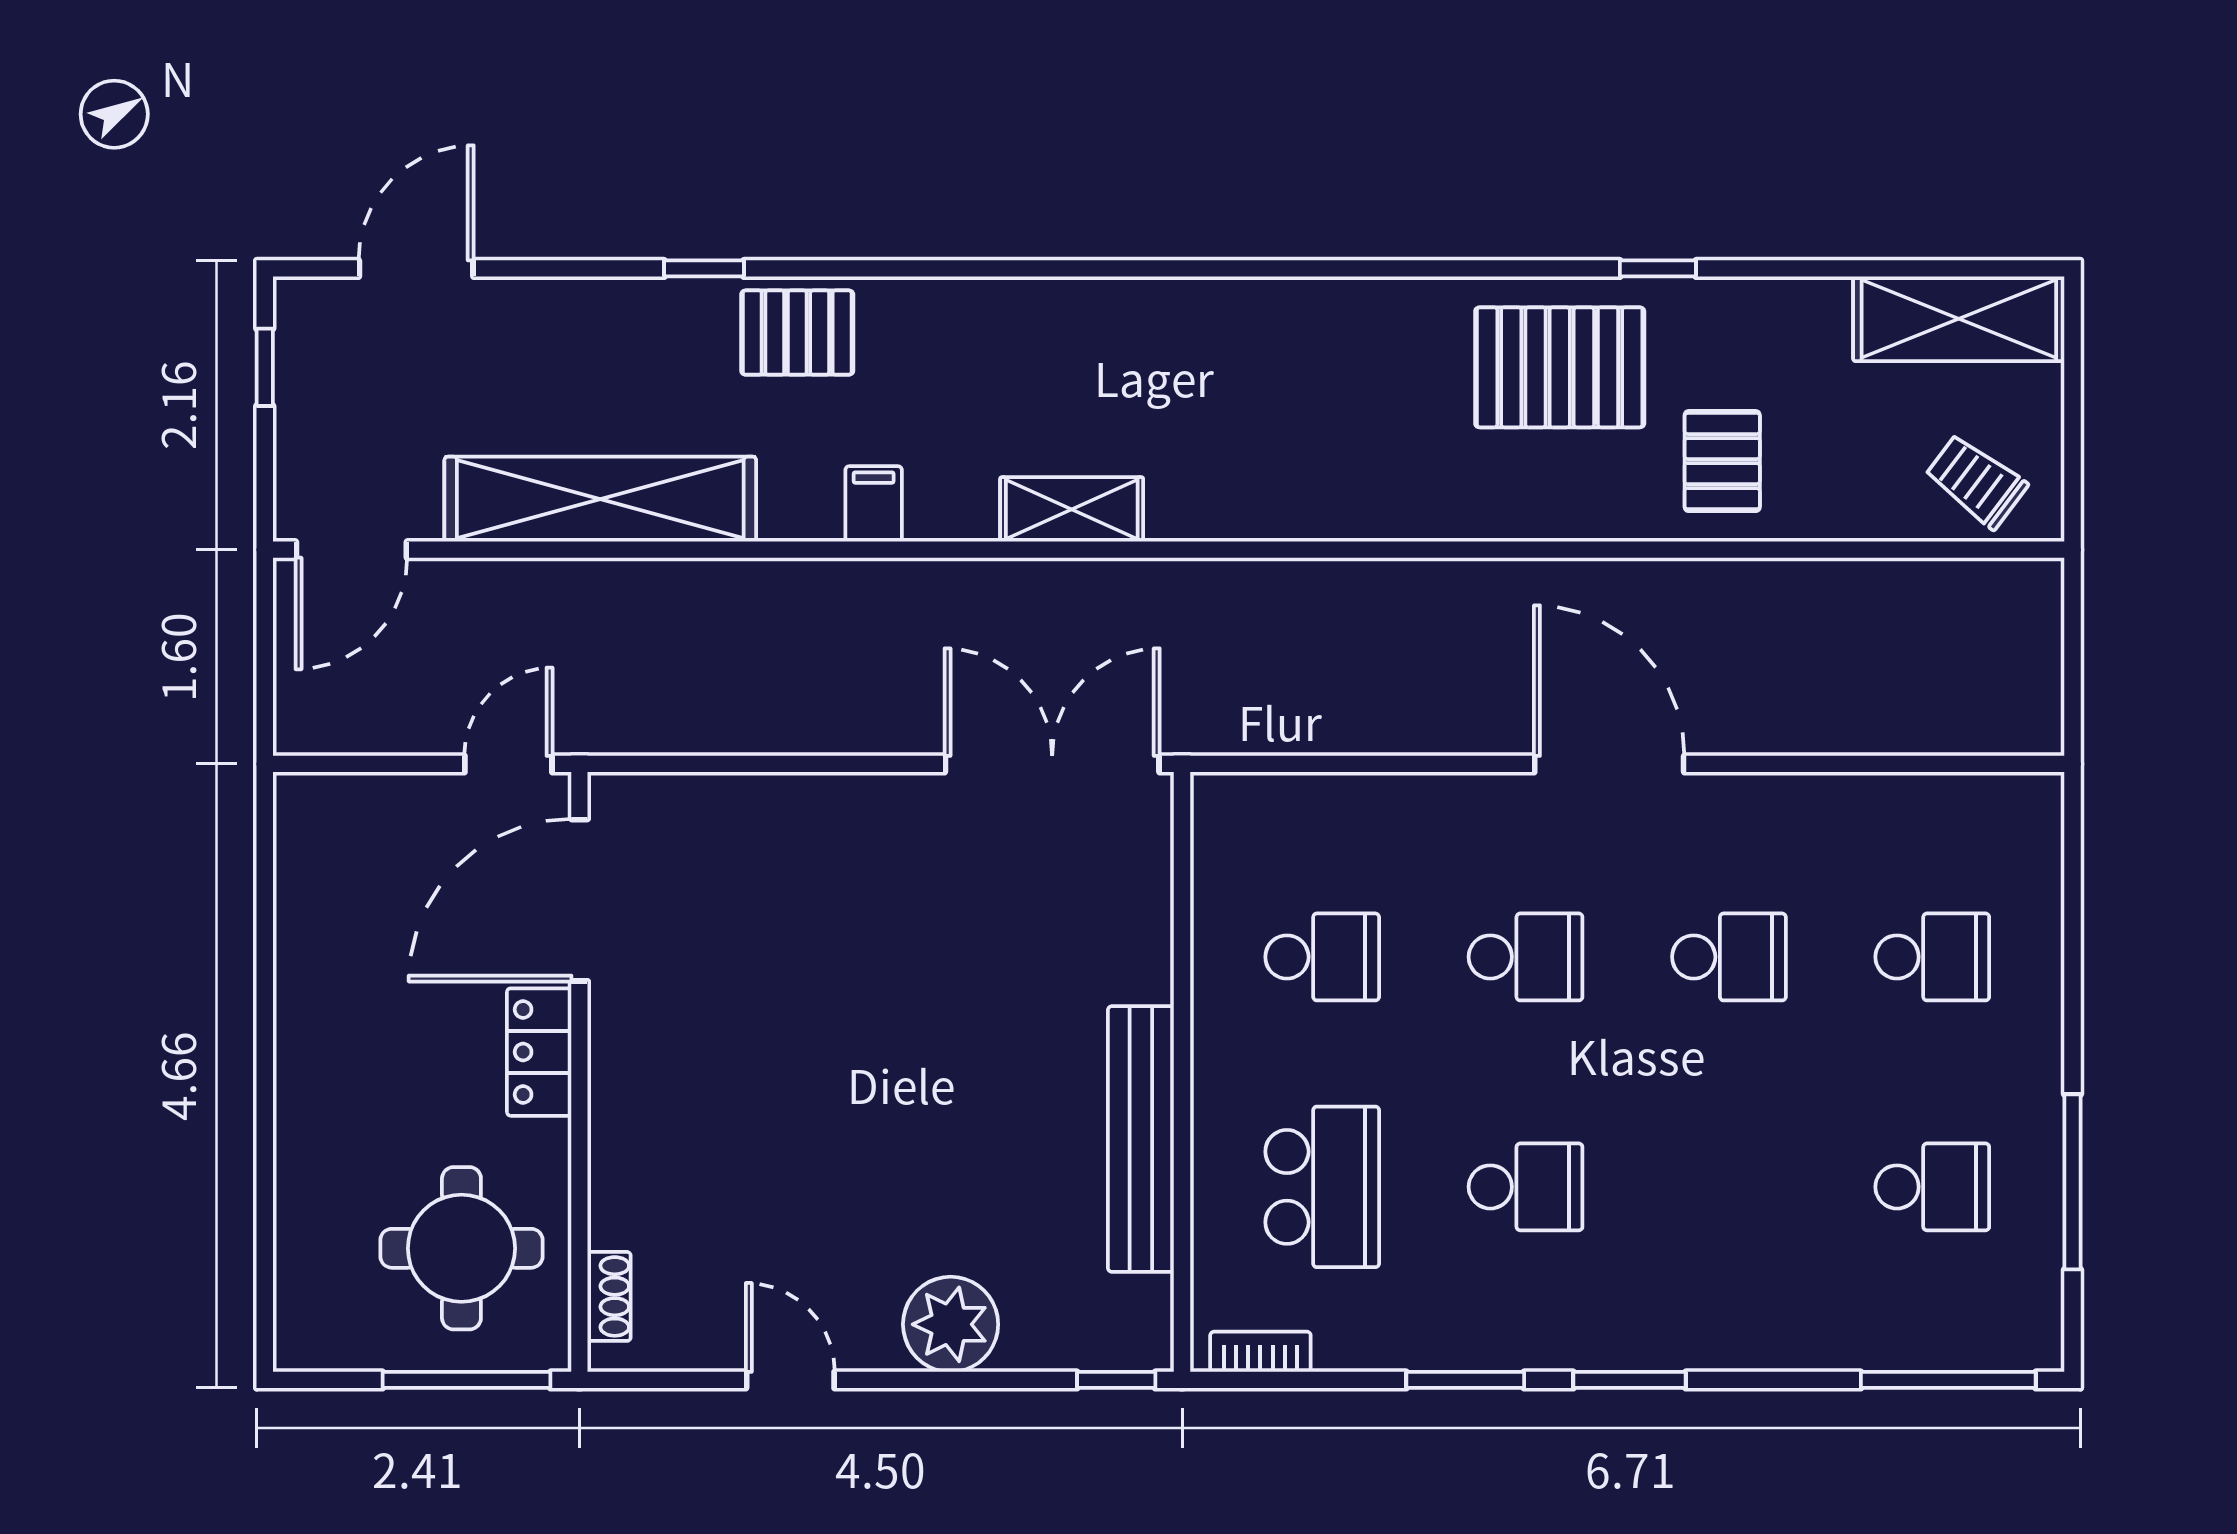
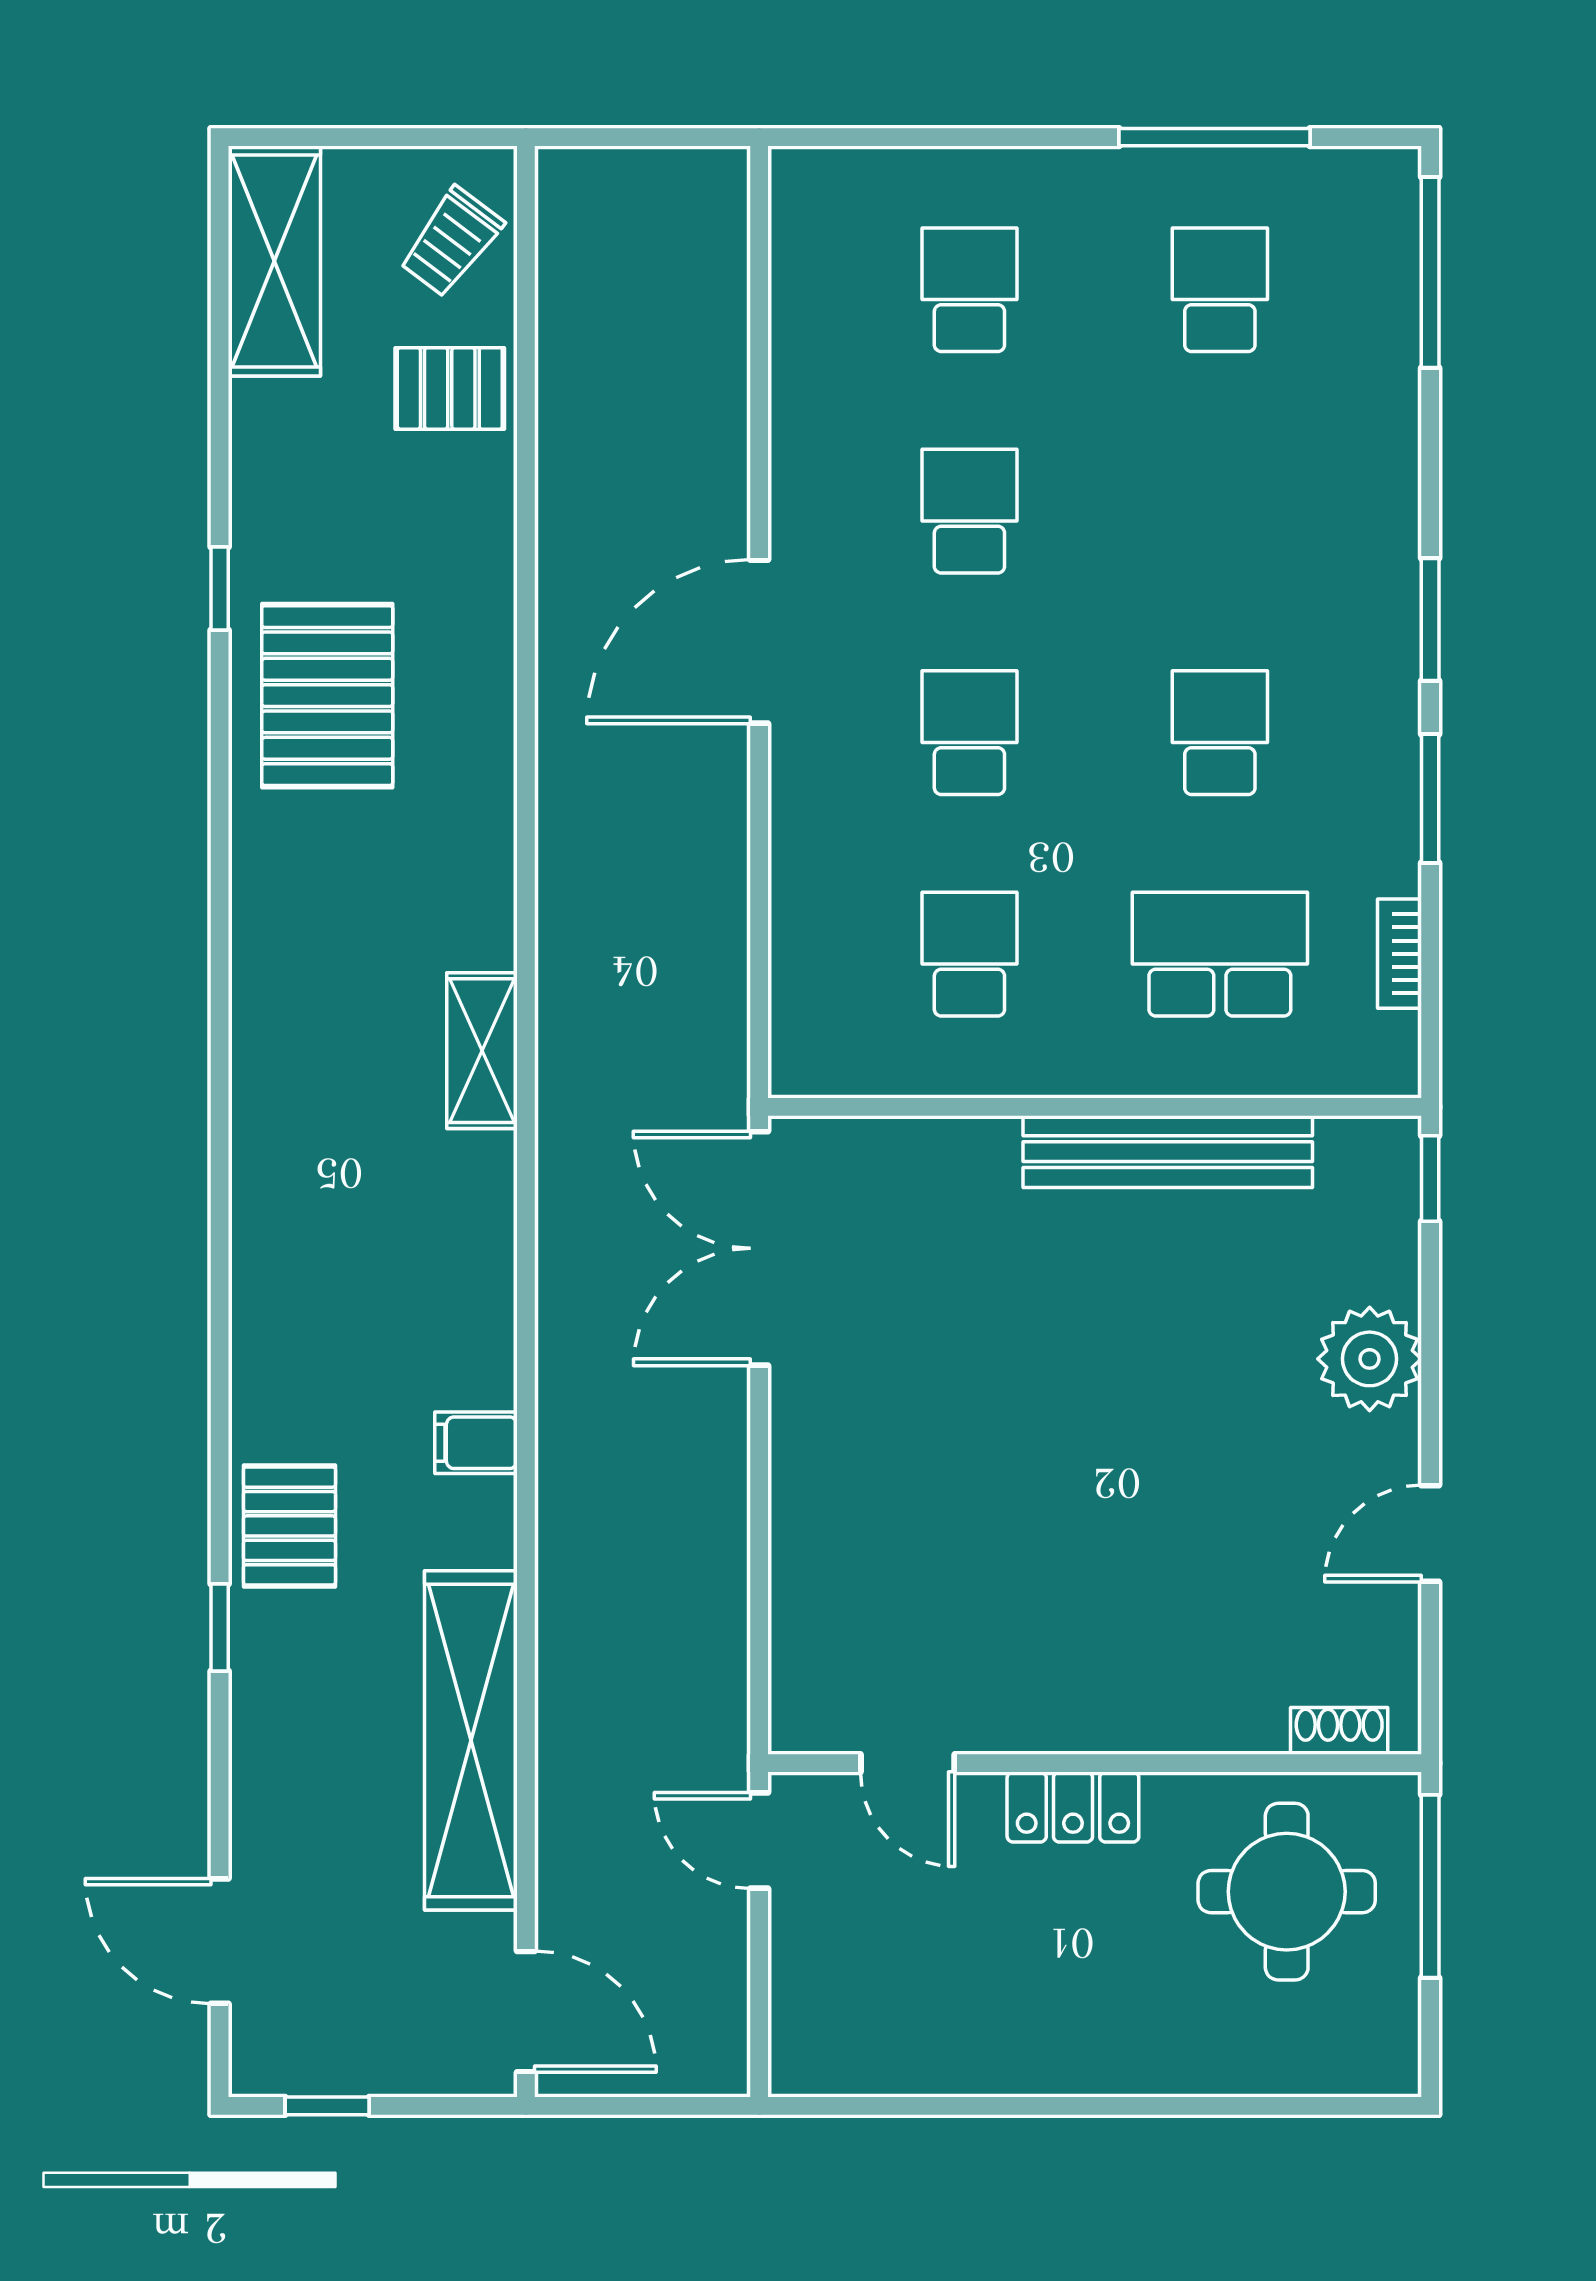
pallet: (1722, 461) -> (450, 388), moved
shelving: (1072, 509) -> (482, 1051), moved
door: (579, 900) -> (908, 1763), width x0.53
bookcase: (1260, 1352) -> (1399, 954), moved

